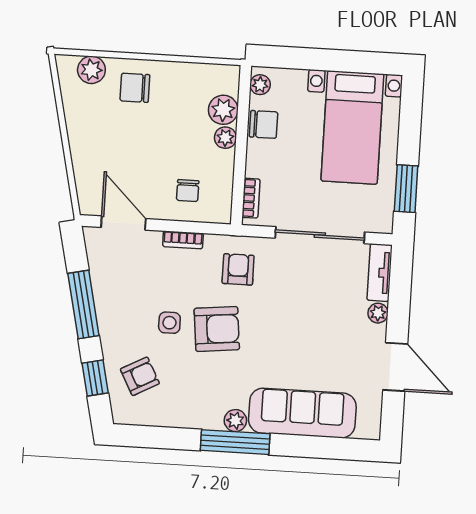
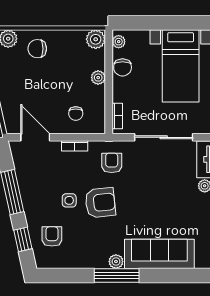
plant: (223, 110) -> (96, 39), moved
chair: (264, 124) -> (123, 67), turned 90
armchair: (140, 376) -> (52, 236), turned -62

